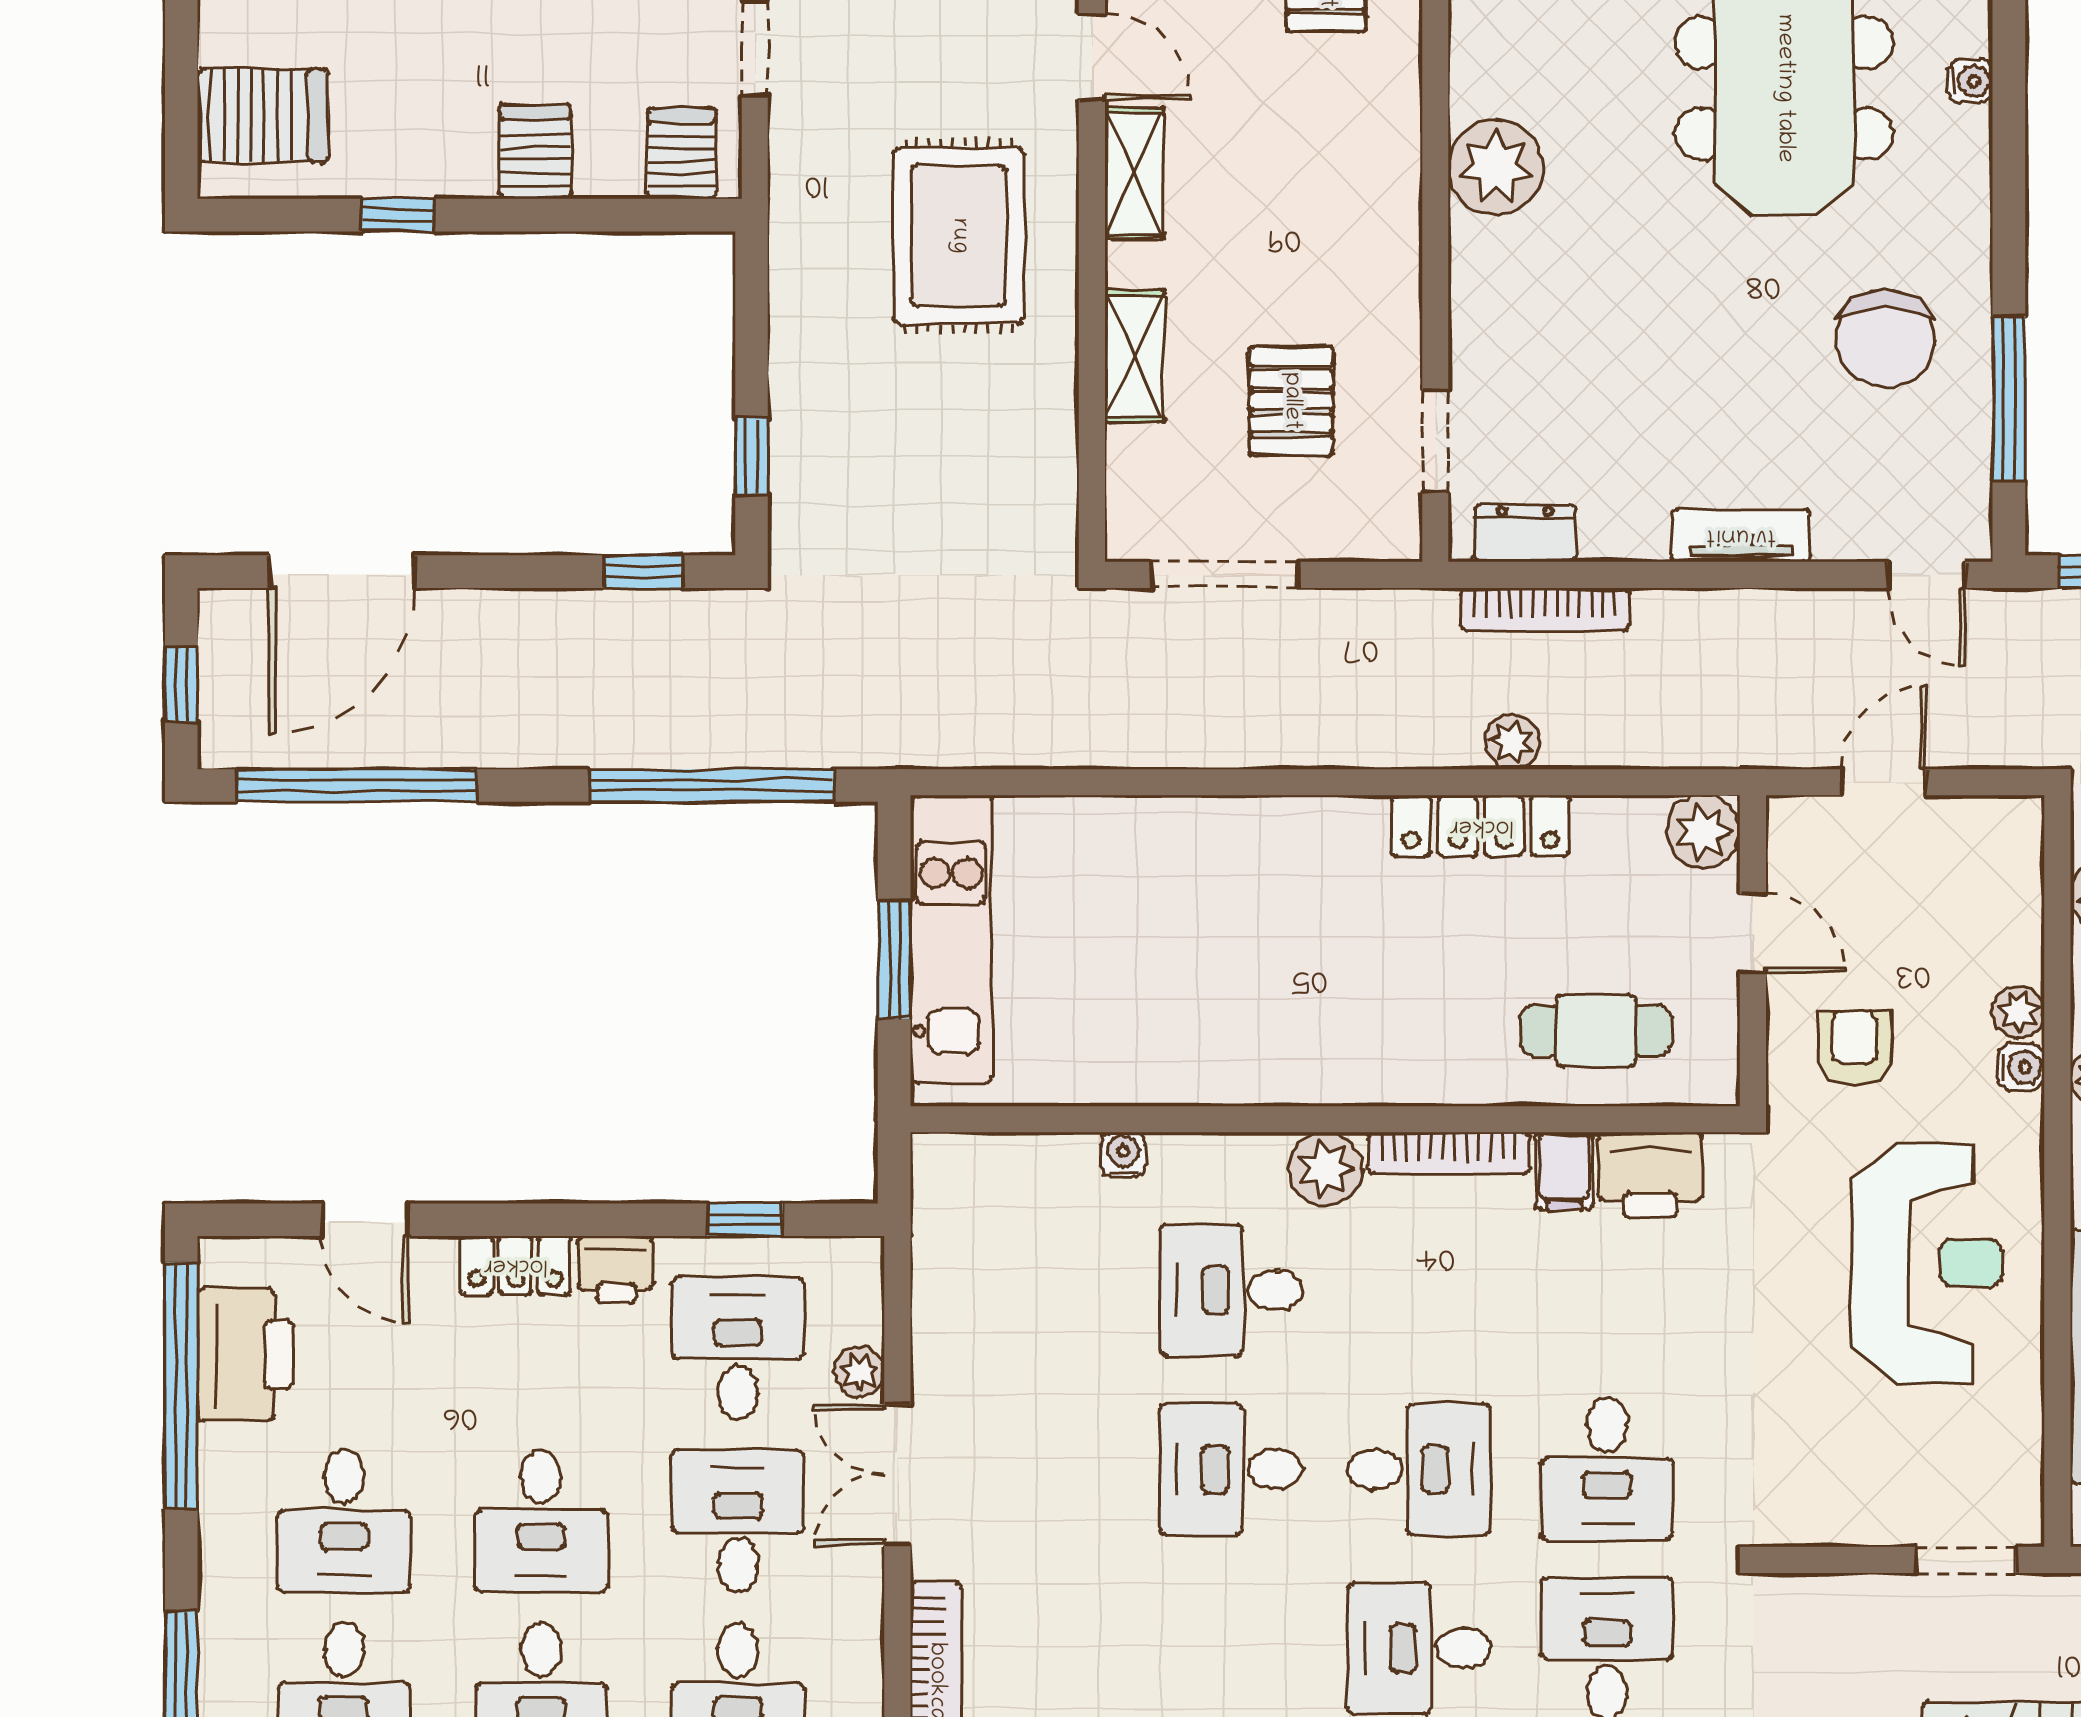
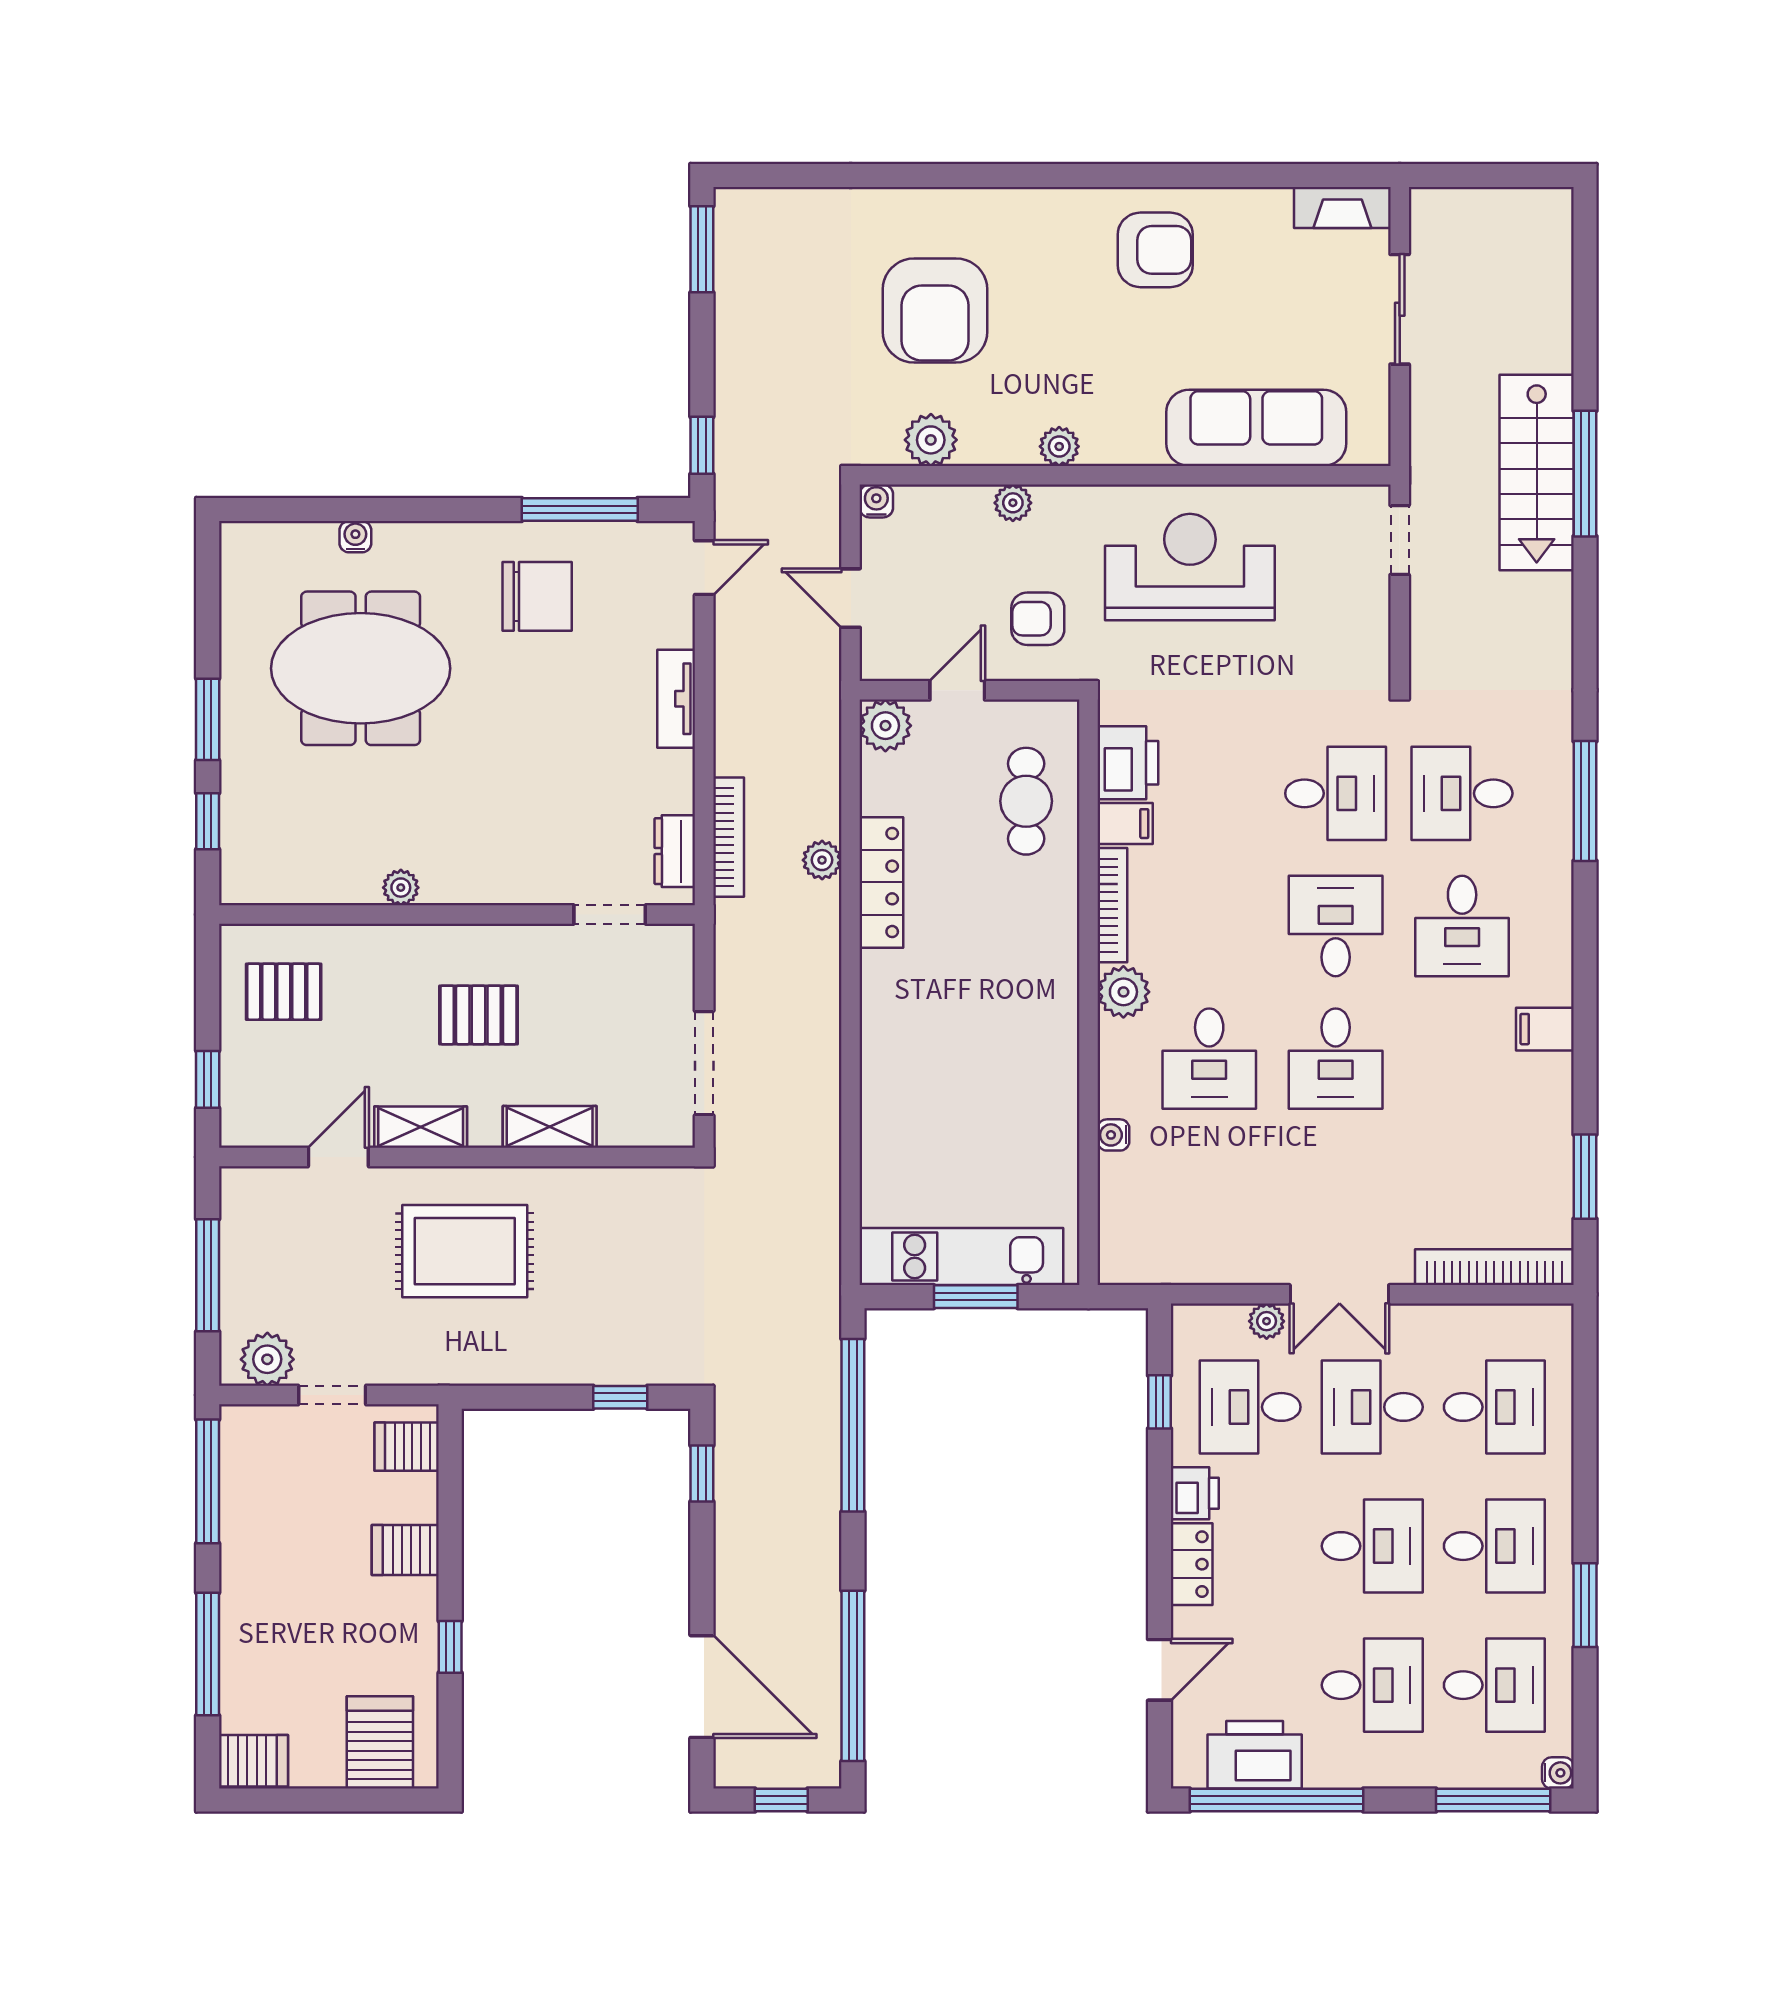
plant: (1496, 167) -> (401, 888), width x0.53, depth x0.53
pallet: (1291, 401) -> (478, 1015), moved
water cooler: (2021, 1067) -> (876, 501), moved

